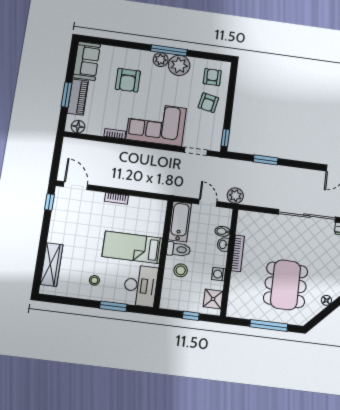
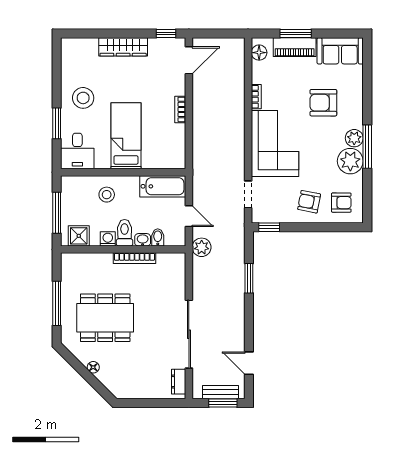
door: (208, 203) -> (189, 216), hinge flipped
toilet: (178, 249) -> (125, 233), moved, turned 180
wardrobe: (52, 265) -> (123, 47), moved
stool: (94, 280) -> (83, 98), width x1.89, depth x1.89
desk: (140, 286) -> (77, 151), width x0.73
window: (191, 316) -> (57, 213), width x2.17

